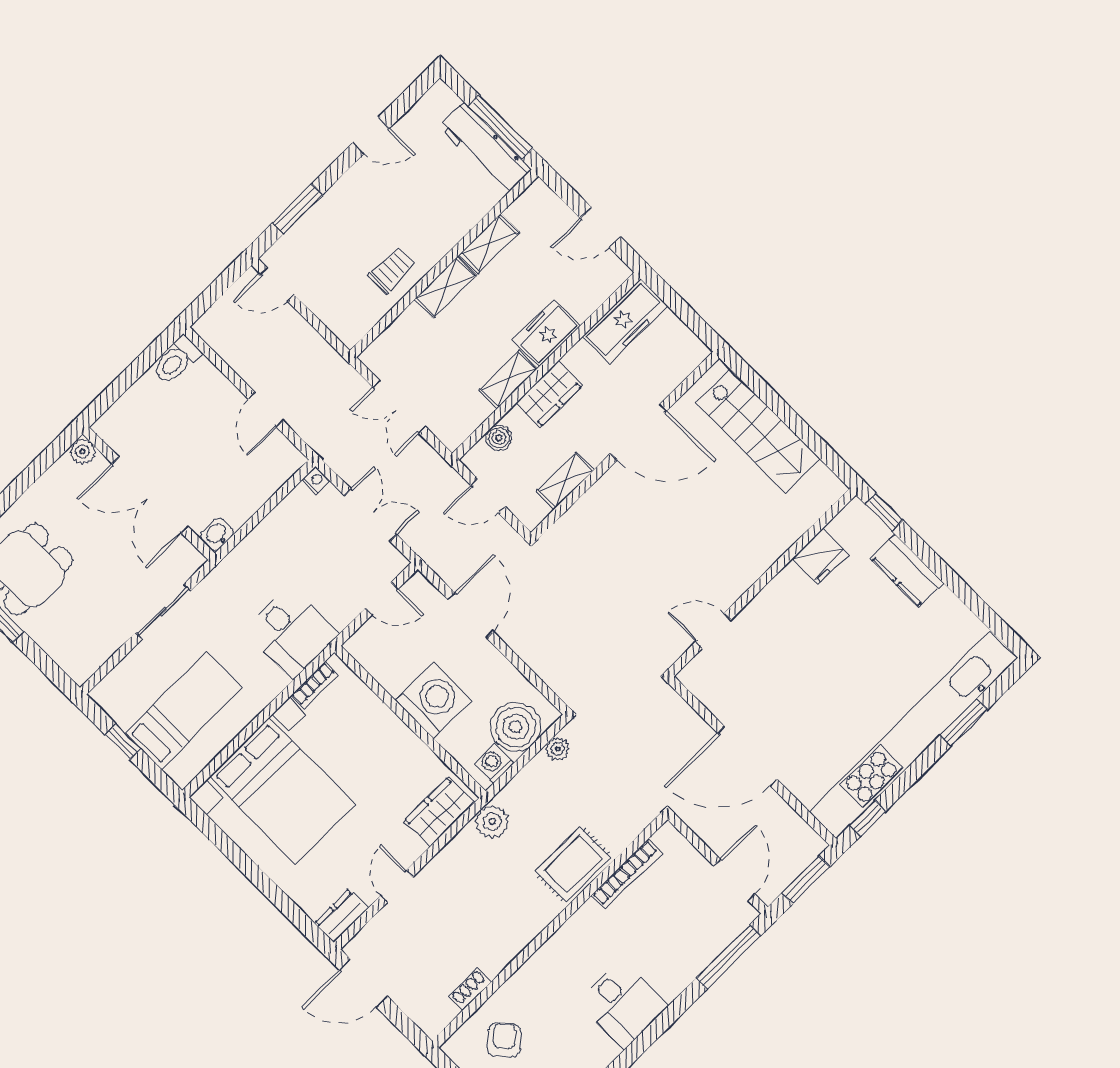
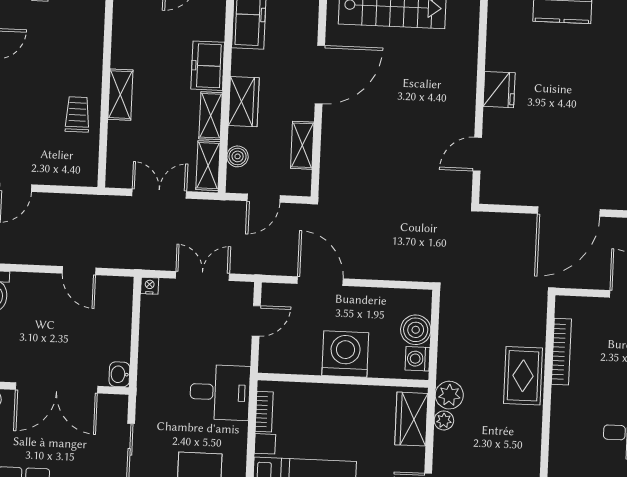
shelving: (489, 243) -> (208, 166), moved
double door: (399, 407) -> (159, 194), swing flipped
fridge: (820, 556) -> (499, 90), moved
boiler: (516, 727) -> (416, 330), width x0.73, depth x0.73
plant: (558, 749) -> (444, 420), moved

